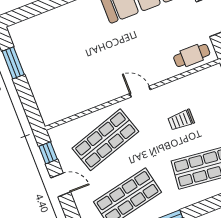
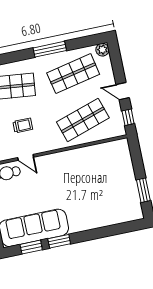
door: (140, 92) -> (26, 157), moved

